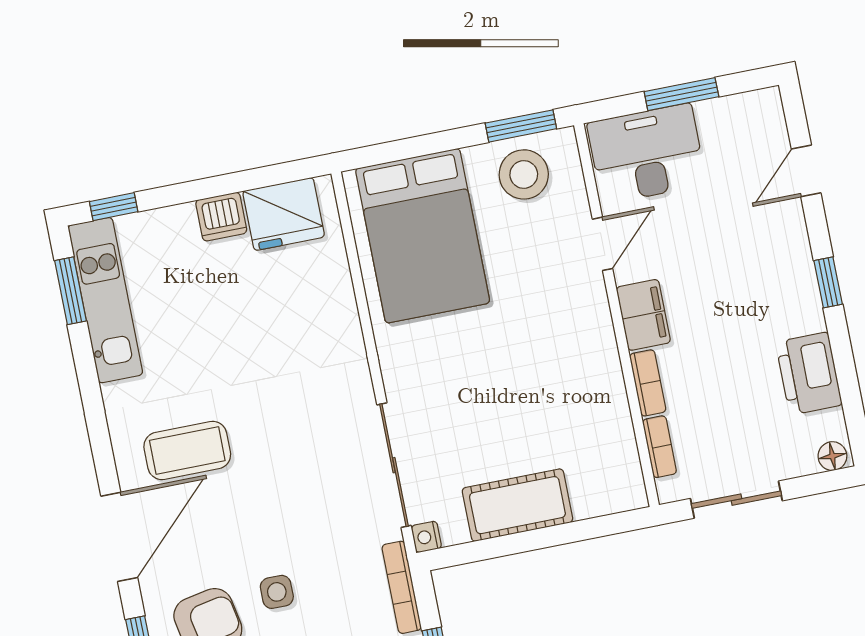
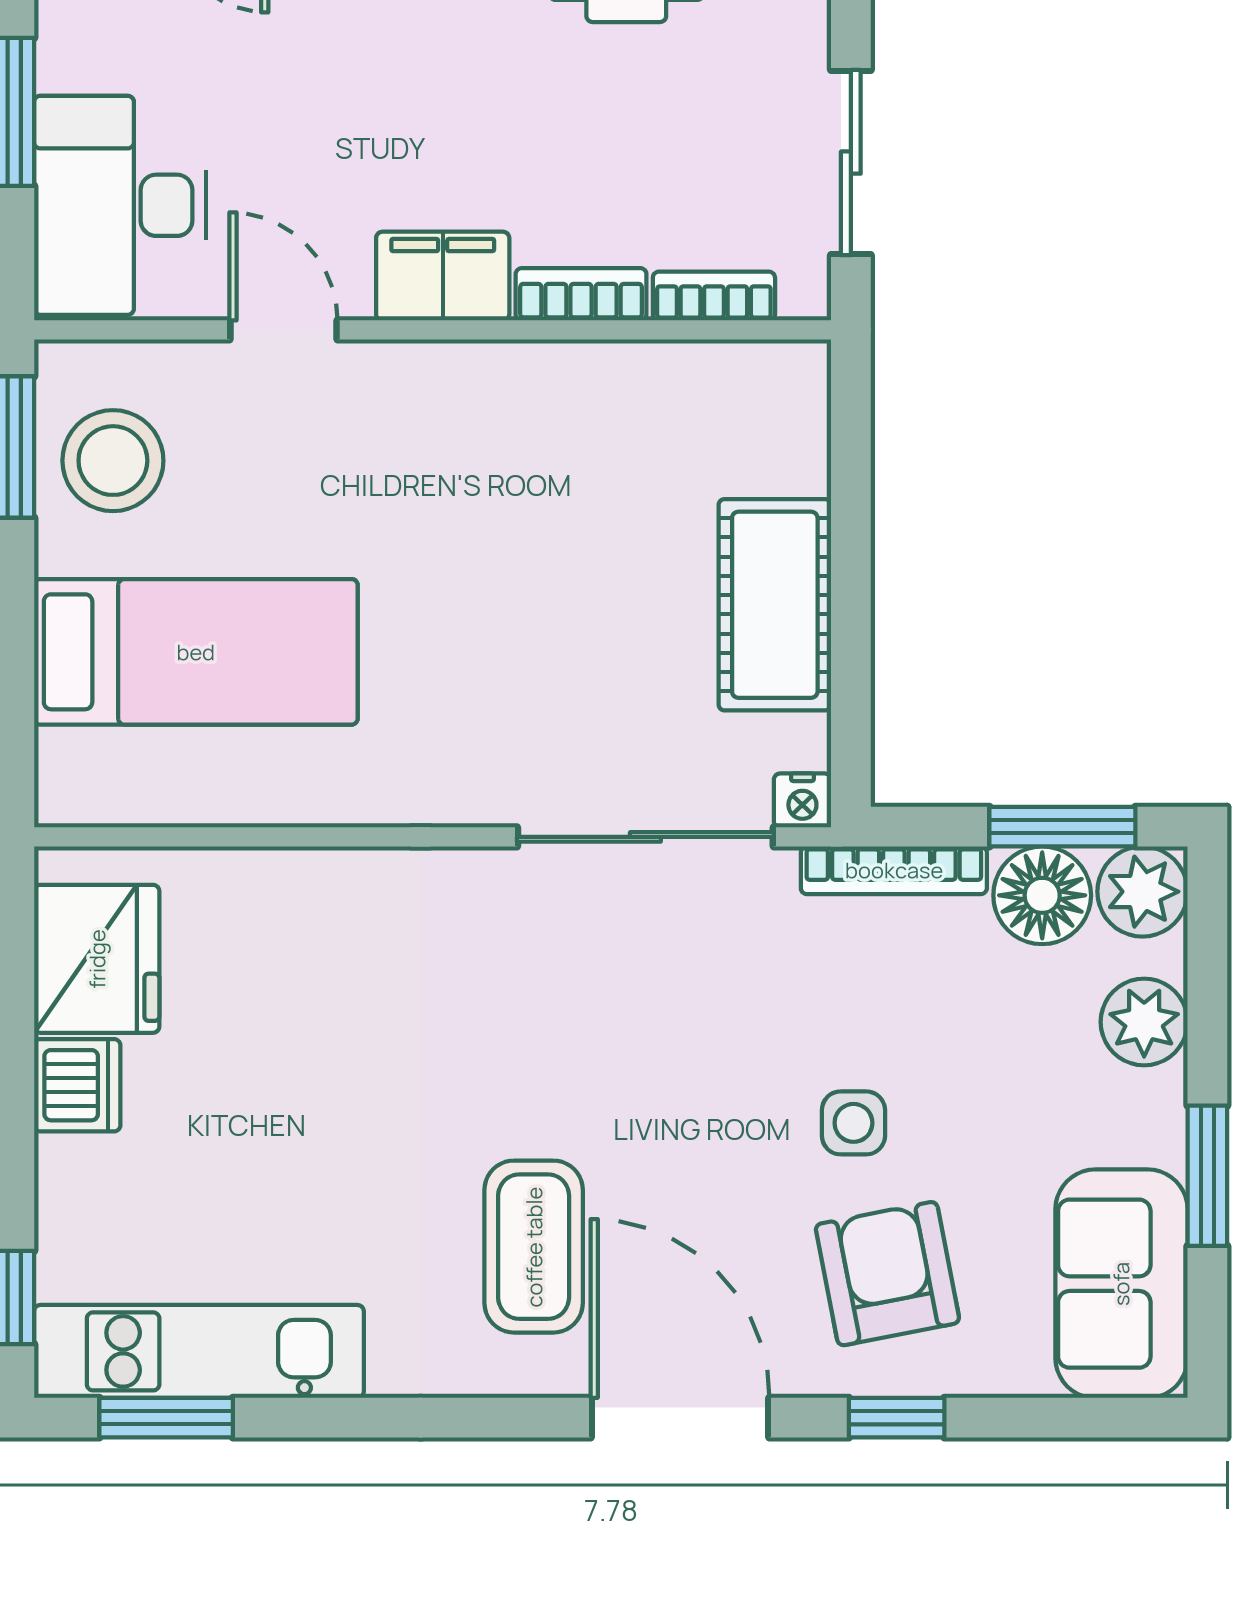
bed: (423, 236) -> (196, 652), width x0.67

